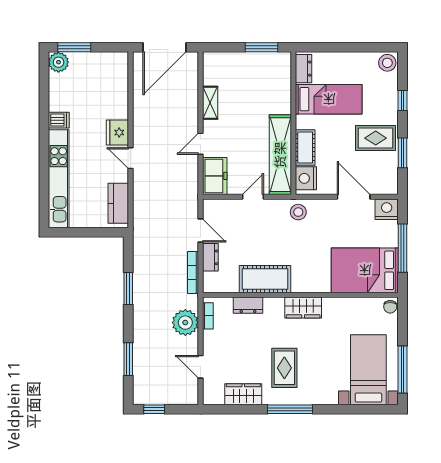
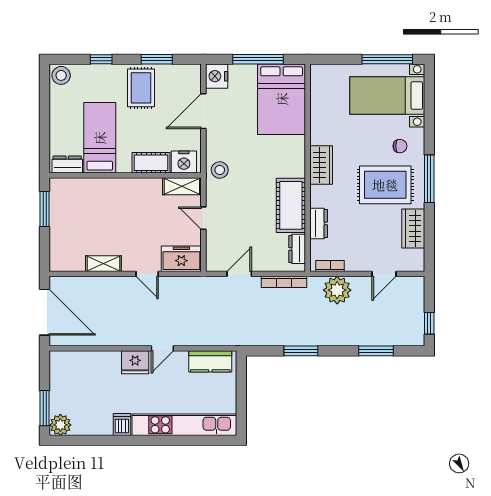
shelving: (280, 155) -> (182, 186), width x0.45, depth x0.75
dresser: (210, 257) -> (297, 249), moved, turned -90
chair: (390, 307) -> (400, 146), moved
rug: (284, 368) -> (385, 185), width x1.36, depth x1.43

